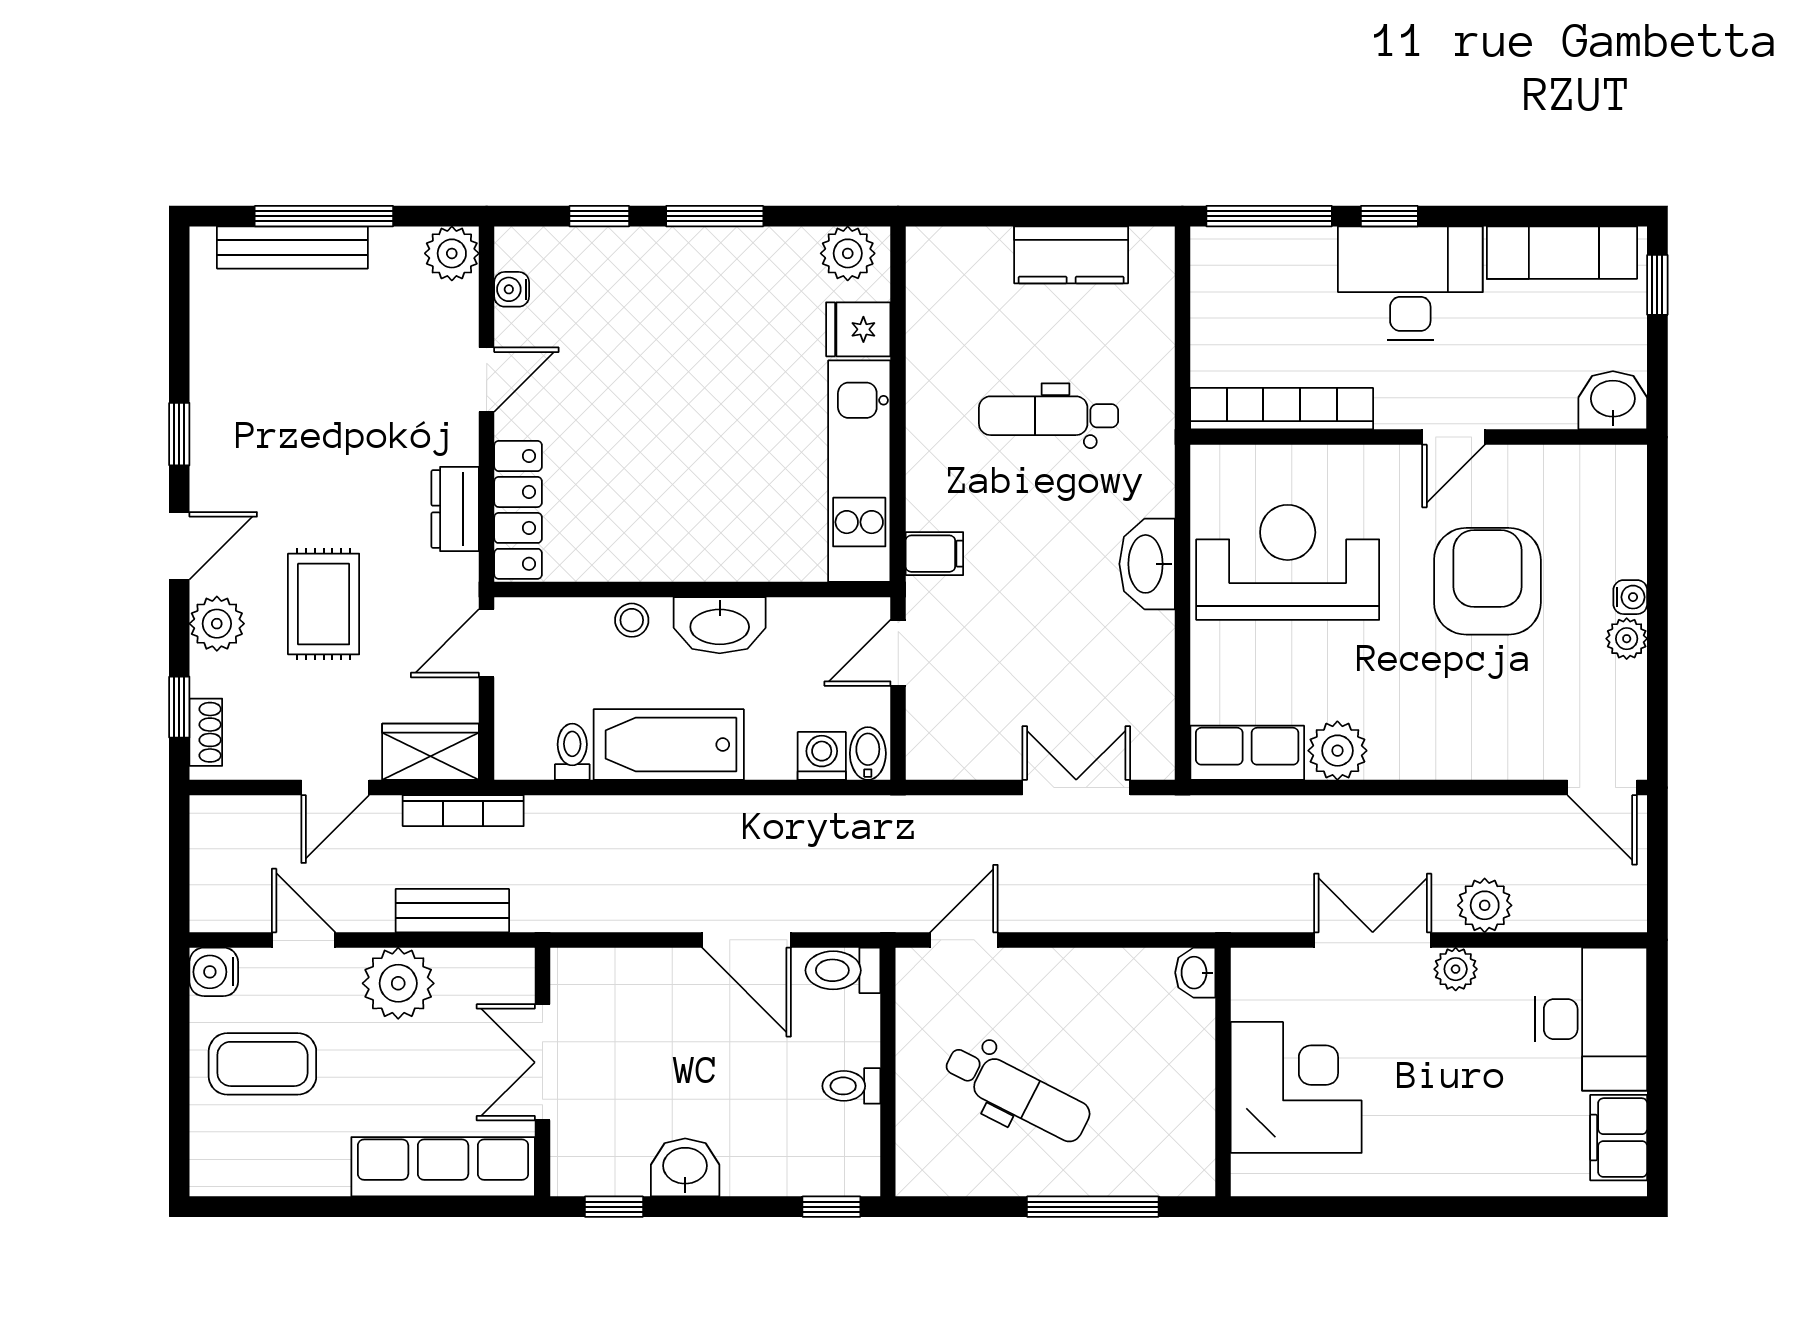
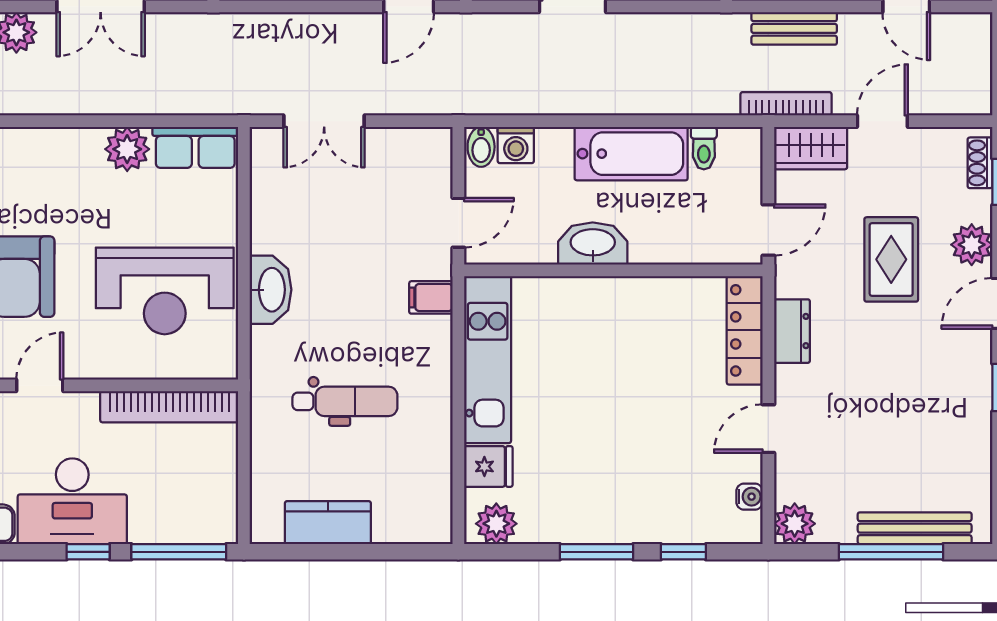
stool: (632, 620) -> (659, 247), removed

